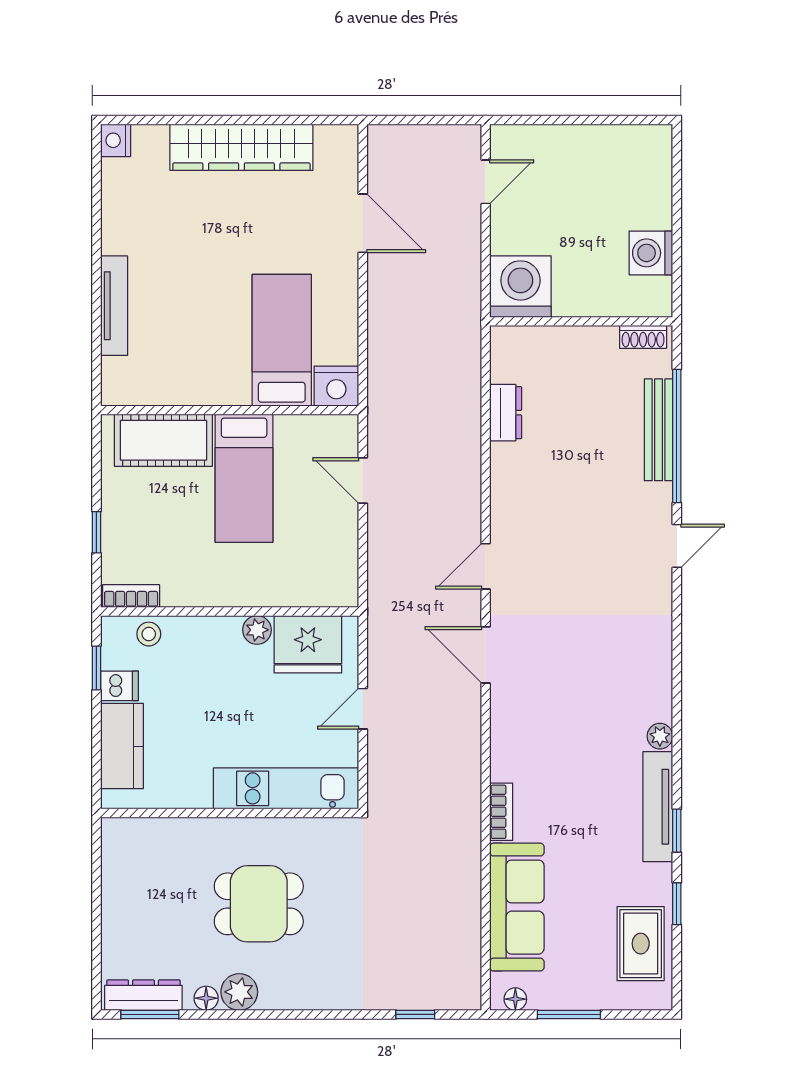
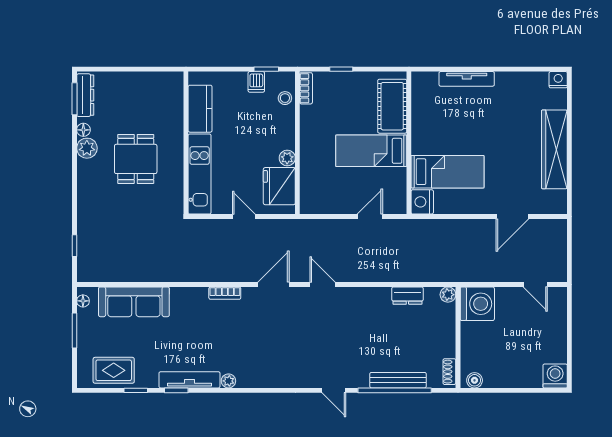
washing machine: (651, 253) -> (555, 376), moved
boiler: (659, 292) -> (475, 380), added
plant: (504, 340) -> (448, 295), added
kitchen counter: (122, 746) -> (200, 109), moved, turned -90
bookcase: (501, 812) -> (225, 293), moved

